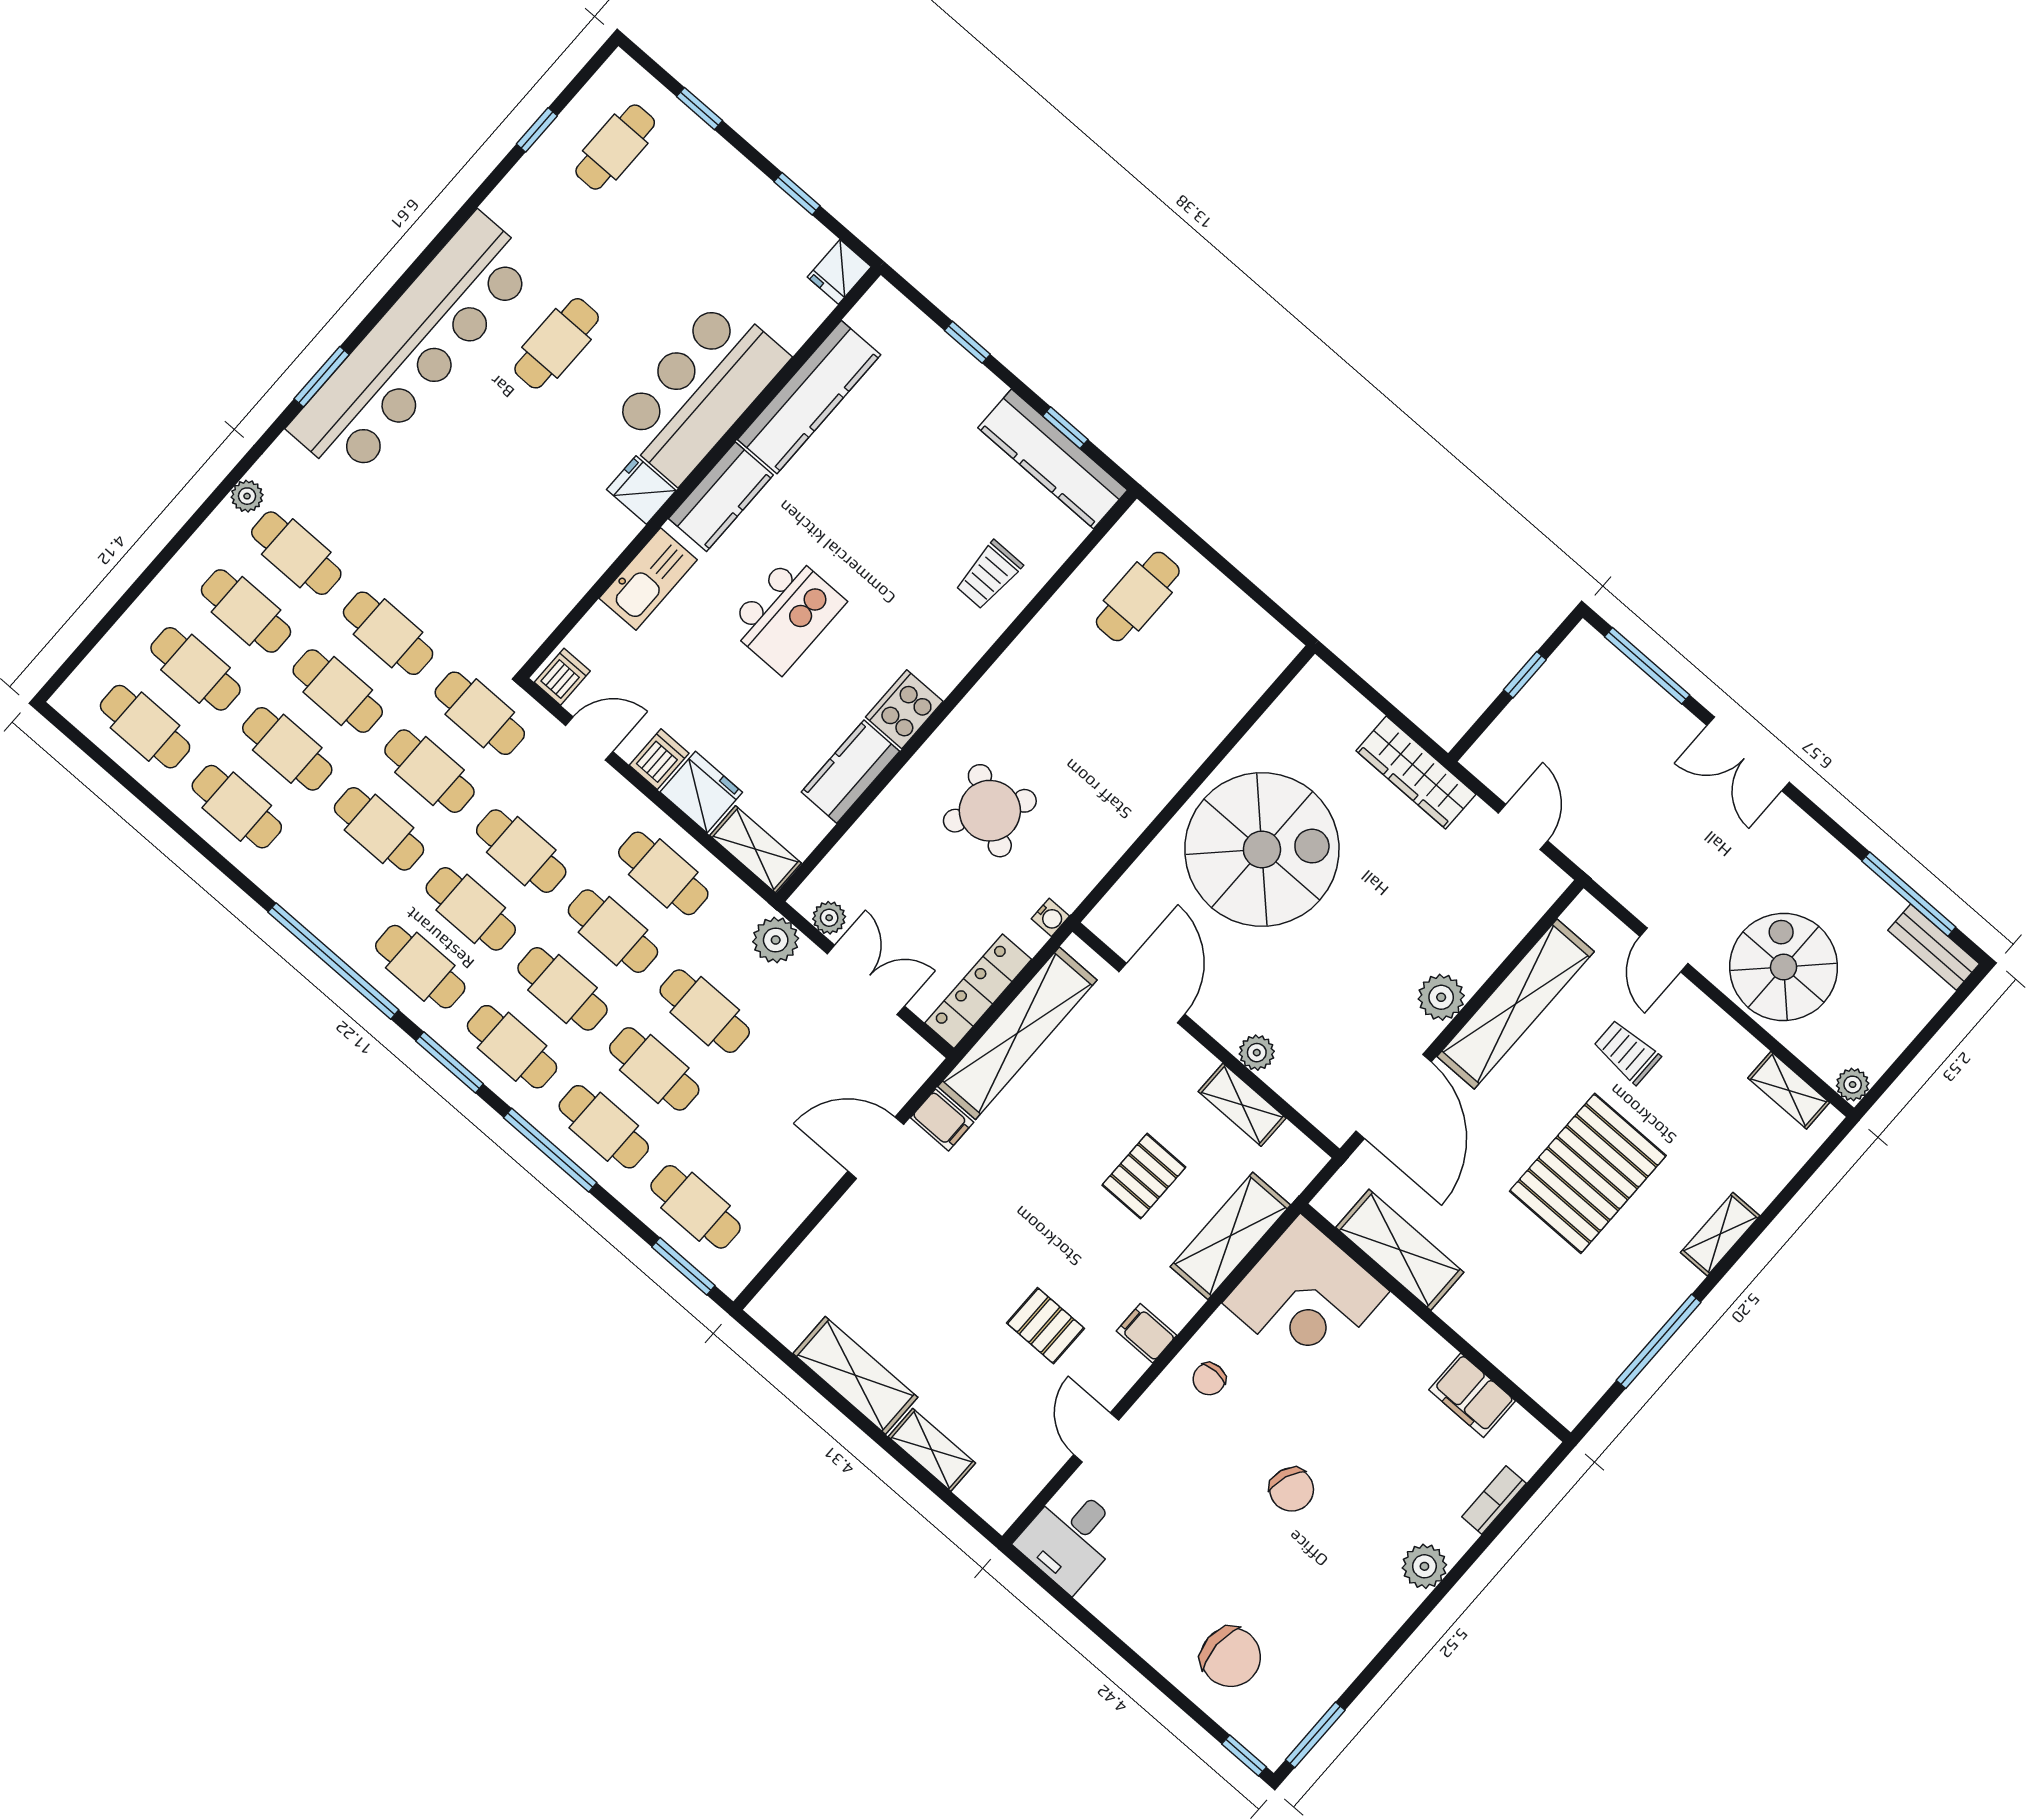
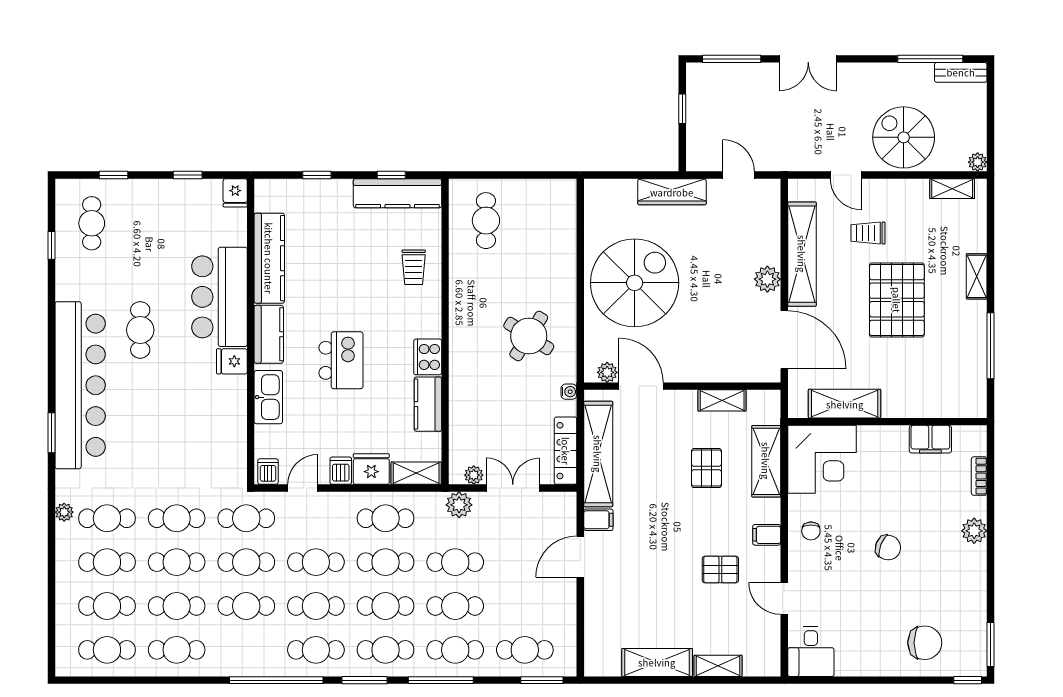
round table: (990, 811) -> (529, 336), moved
plant: (1257, 1053) -> (607, 372), moved

